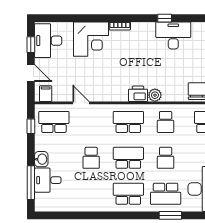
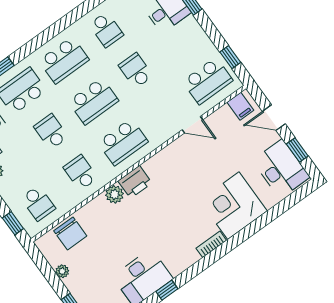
washbasin: (41, 159) -> (191, 28), removed
school desk: (91, 194) -> (106, 30), added

